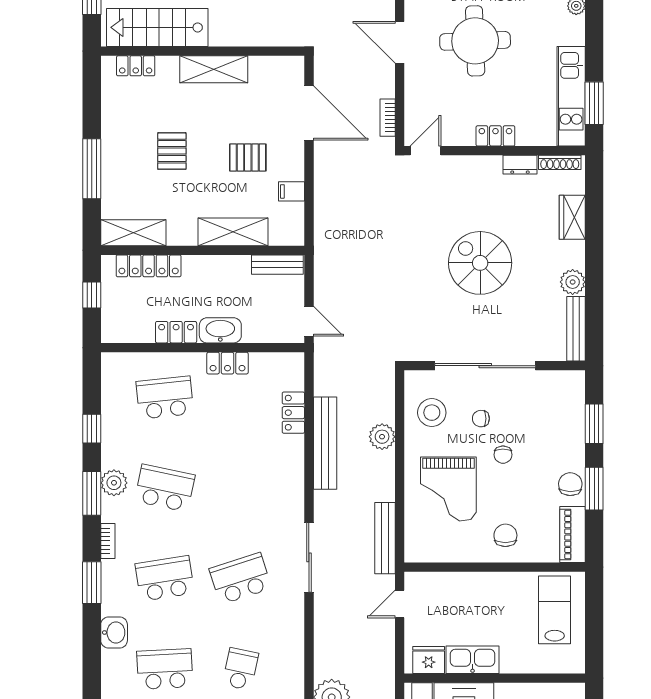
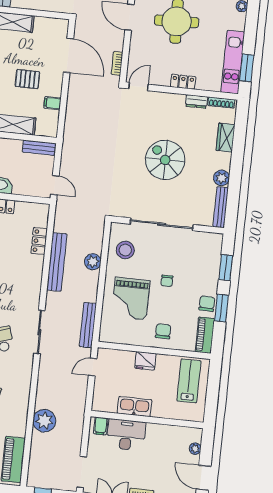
chair: (481, 419) -> (155, 257), removed
fridge: (429, 660) -> (145, 361), moved, turned 180

